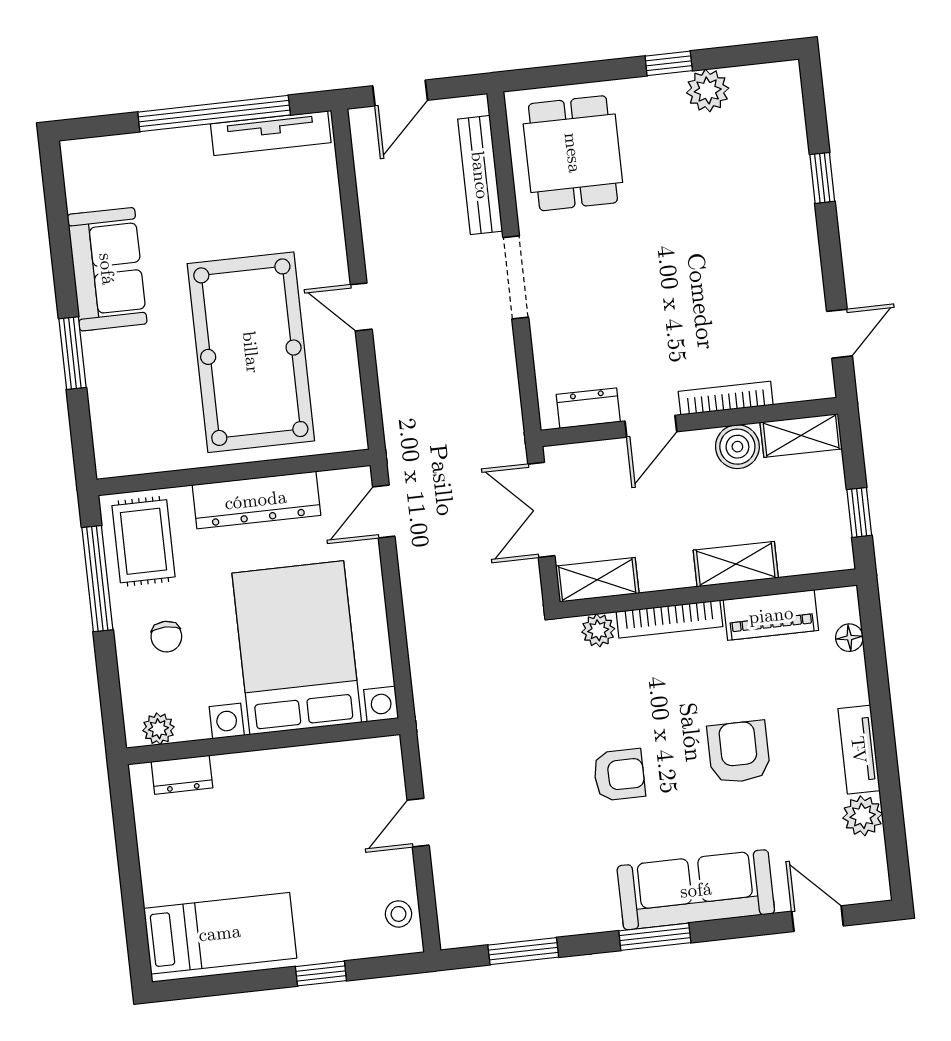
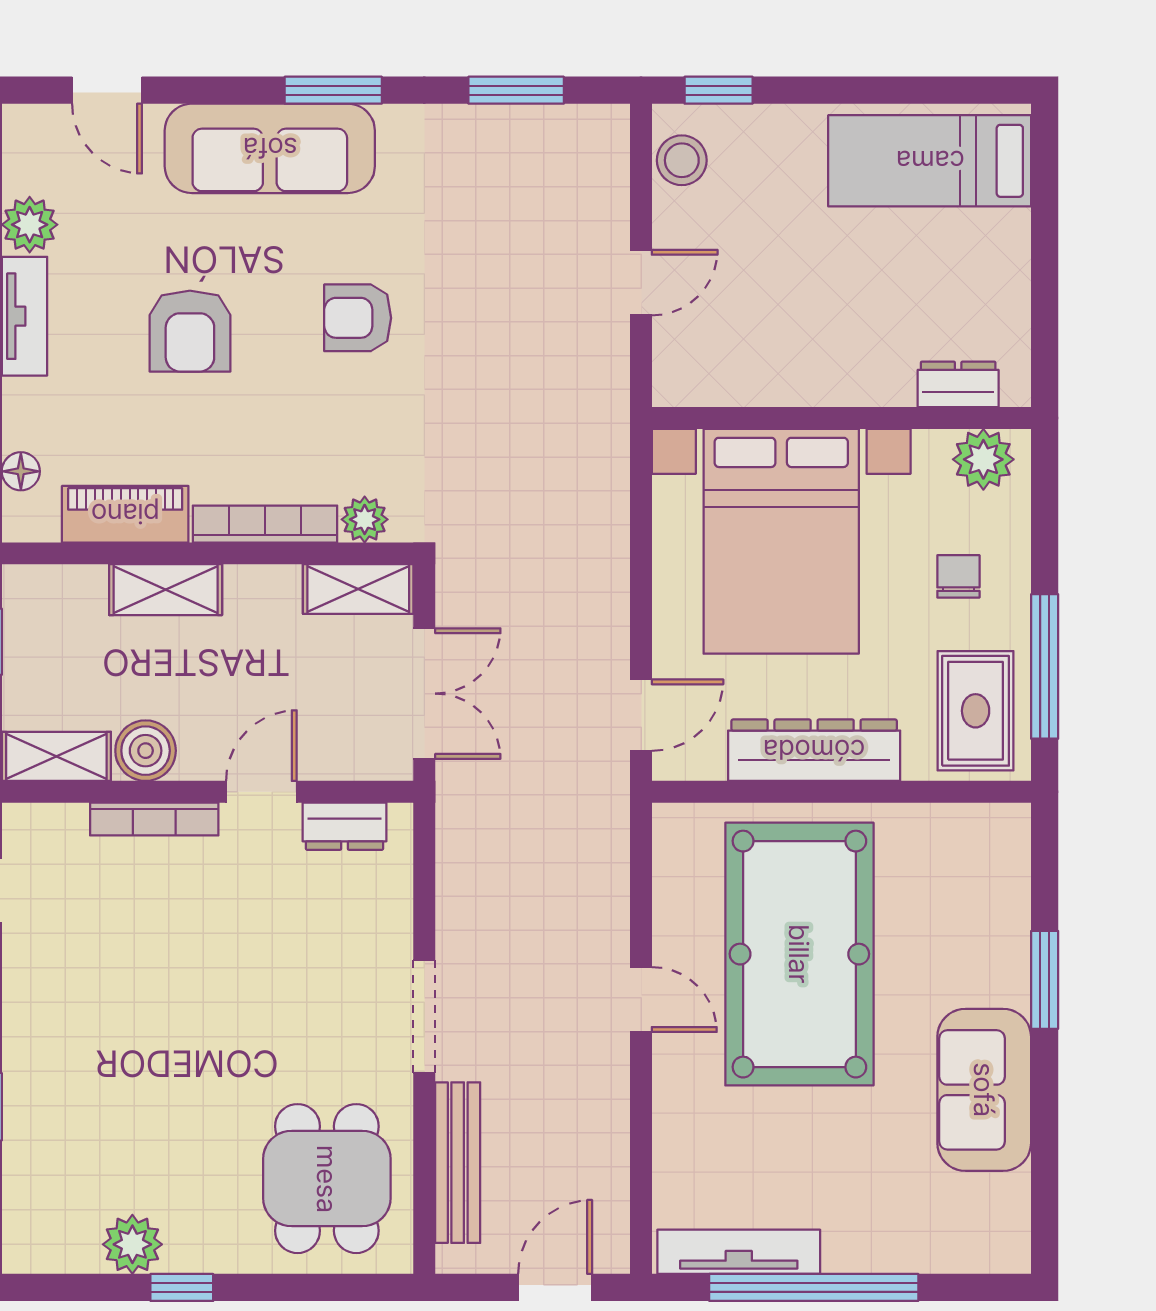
plant: (159, 729) -> (983, 459), width x1.38, depth x1.38
stool: (399, 914) -> (682, 160), width x1.37, depth x1.37
window: (321, 974) -> (719, 90), moved

